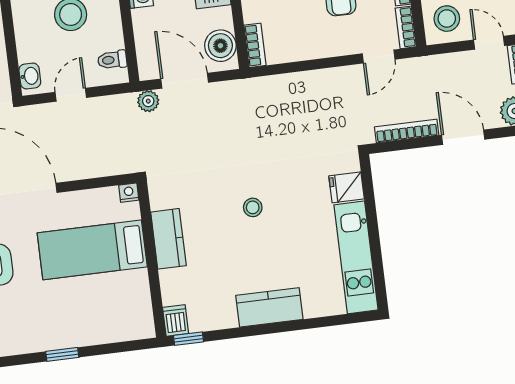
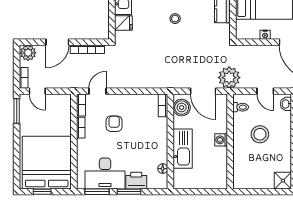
stool: (447, 19) -> (58, 107), removed
door: (71, 95) -> (265, 91), hinge flipped
plant: (148, 101) -> (229, 78), width x1.88, depth x1.88
door: (463, 137) -> (57, 42), hinge flipped
nightstand: (129, 193) -> (265, 35), moved

